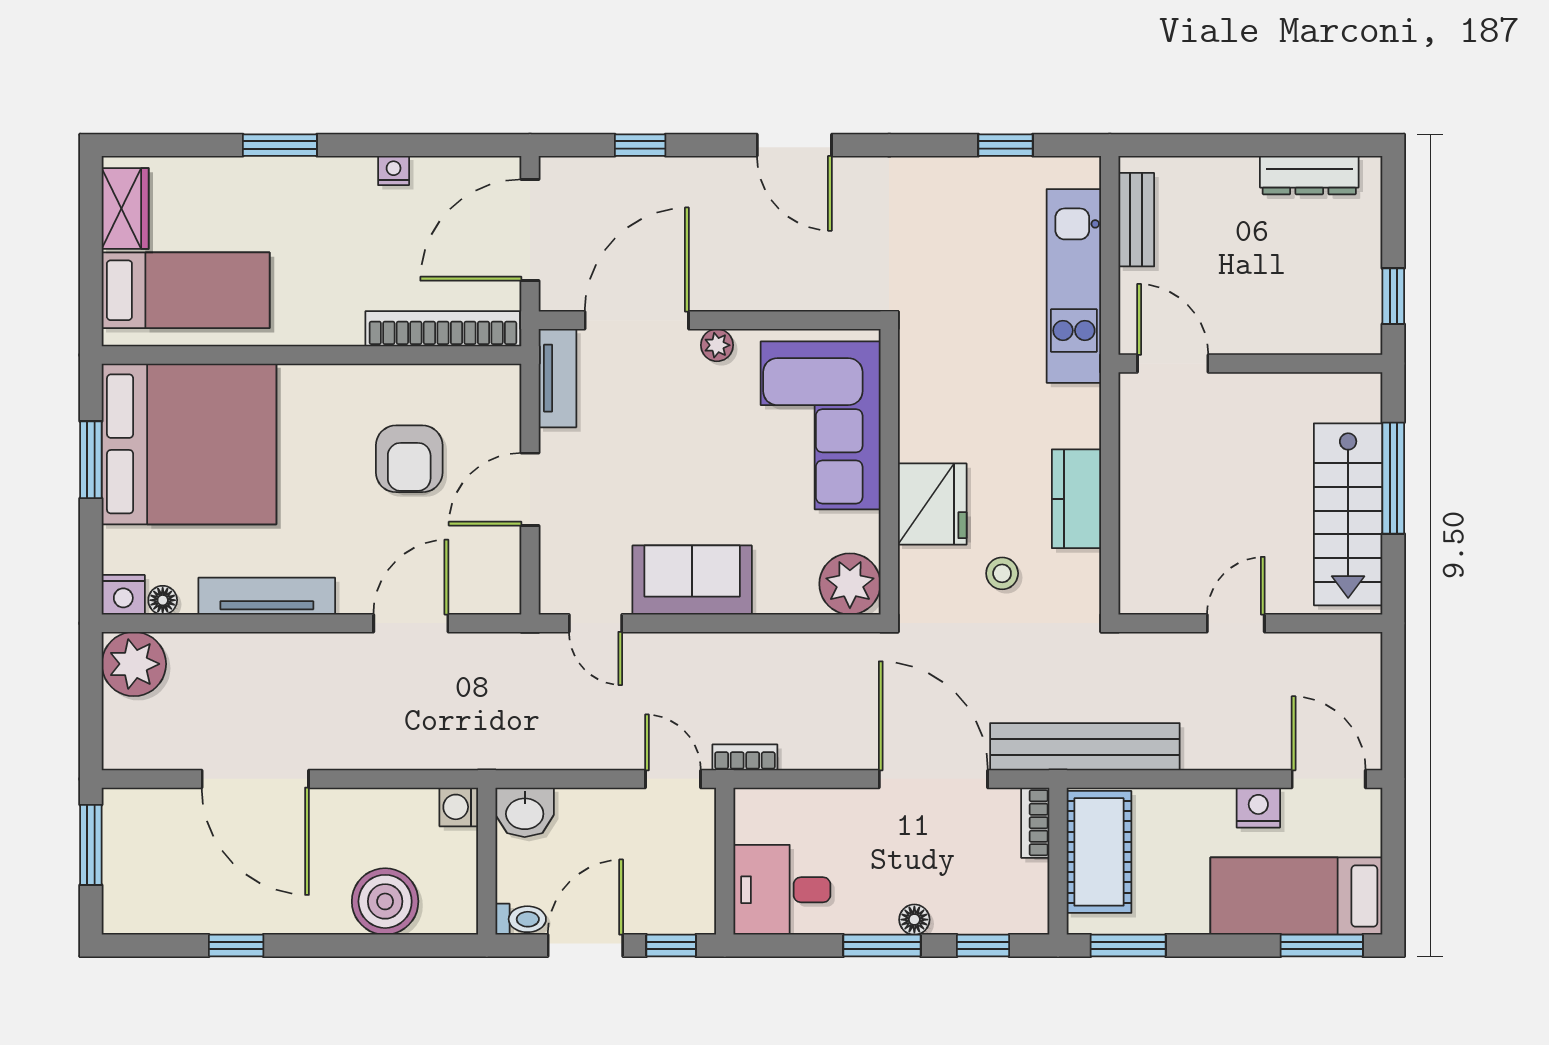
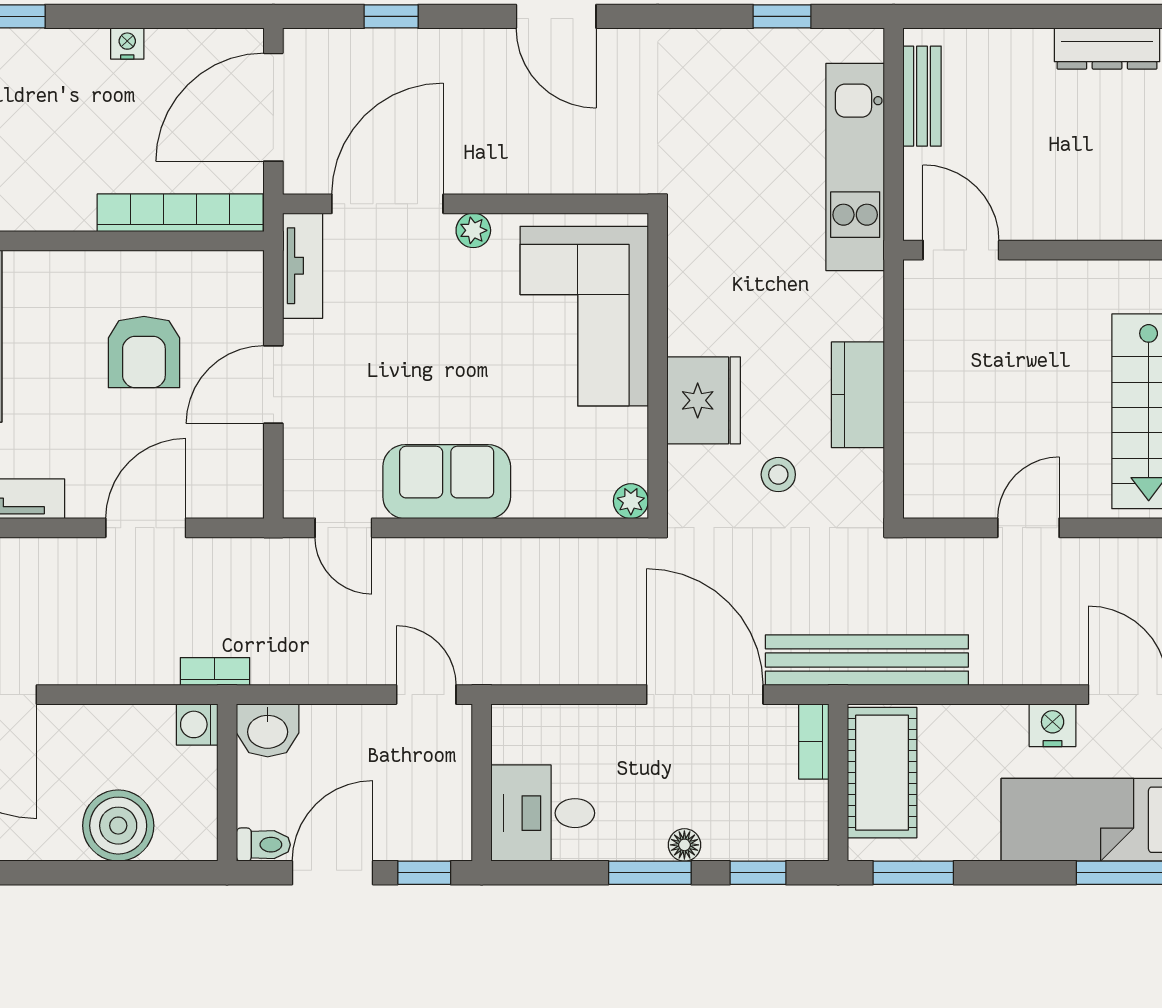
plant: (850, 584) -> (631, 501), width x0.53, depth x0.53
bookcase: (745, 757) -> (215, 671), moved

